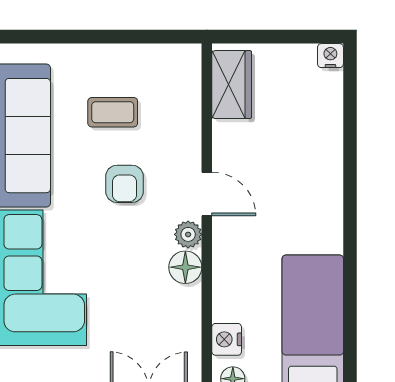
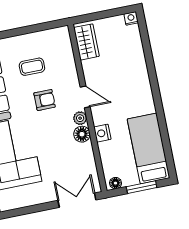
armchair: (124, 184) -> (45, 100), turned -90
nightstand: (227, 339) -> (102, 133), moved

